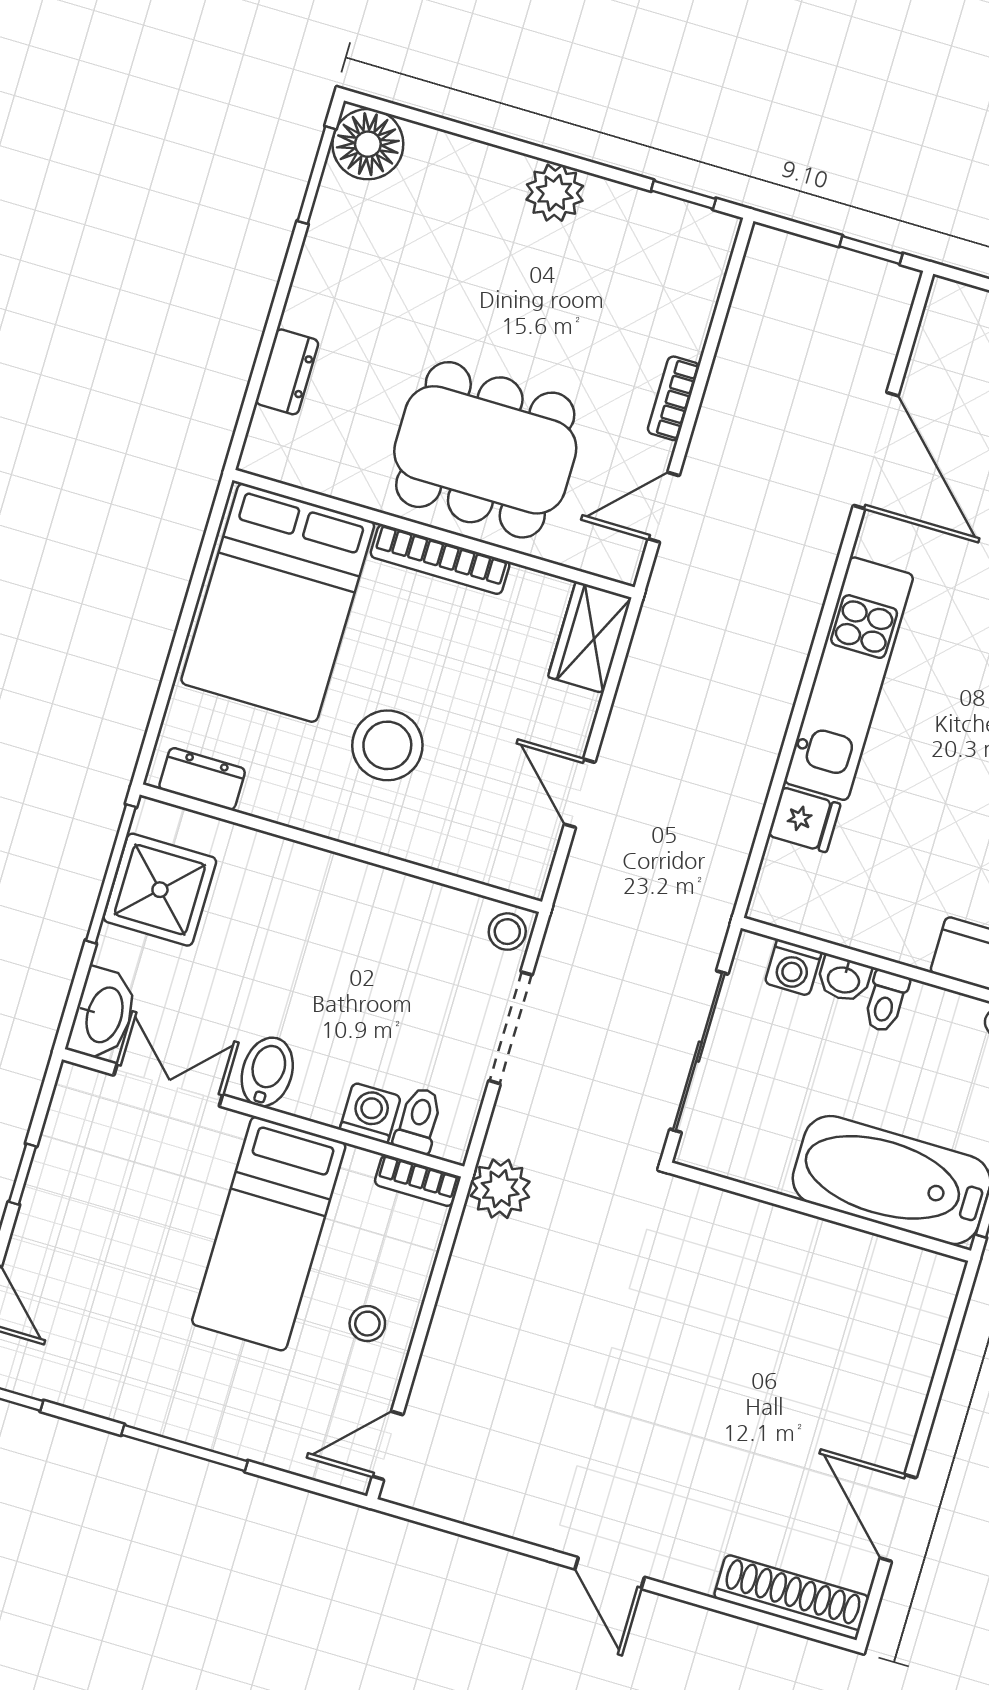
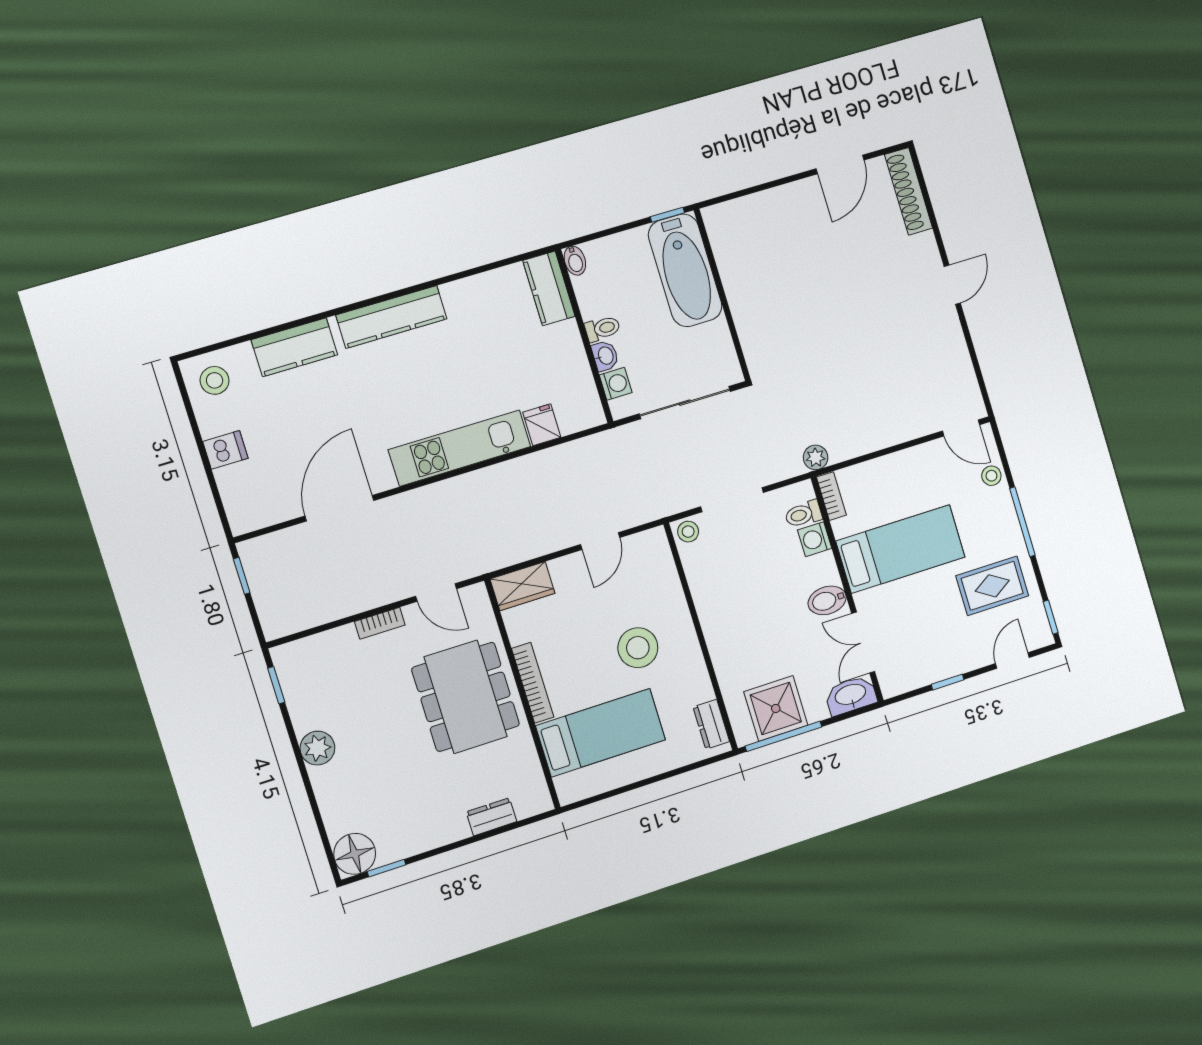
window: (317, 175) -> (387, 868), width x0.67
bed: (278, 603) -> (601, 733), width x0.67
plant: (500, 1189) -> (816, 457), width x0.73, depth x0.73
stool: (367, 1324) -> (991, 476), moved
rug: (120, 1338) -> (992, 586), added

